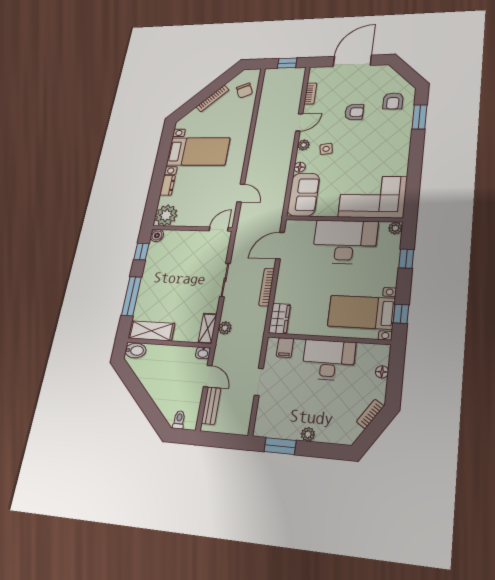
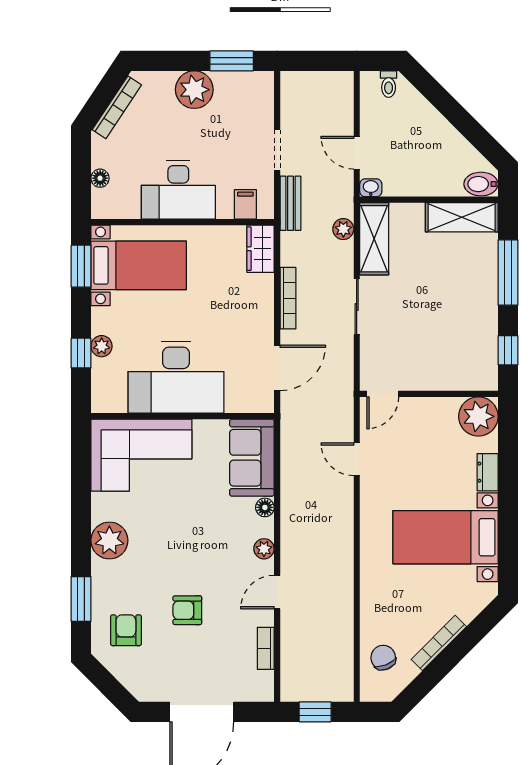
side table: (326, 149) -> (225, 541), removed
plant: (398, 149) -> (109, 541), added
plant: (395, 228) -> (102, 346), moved
boiler: (157, 235) -> (487, 380), removed
window: (401, 314) -> (81, 266), width x1.50
shelving: (208, 328) -> (374, 239), width x1.50, depth x1.33
bench: (211, 406) -> (290, 203), moved
bookcase: (370, 414) -> (117, 107), width x1.56
plant: (308, 434) -> (194, 90), width x1.87, depth x1.87

